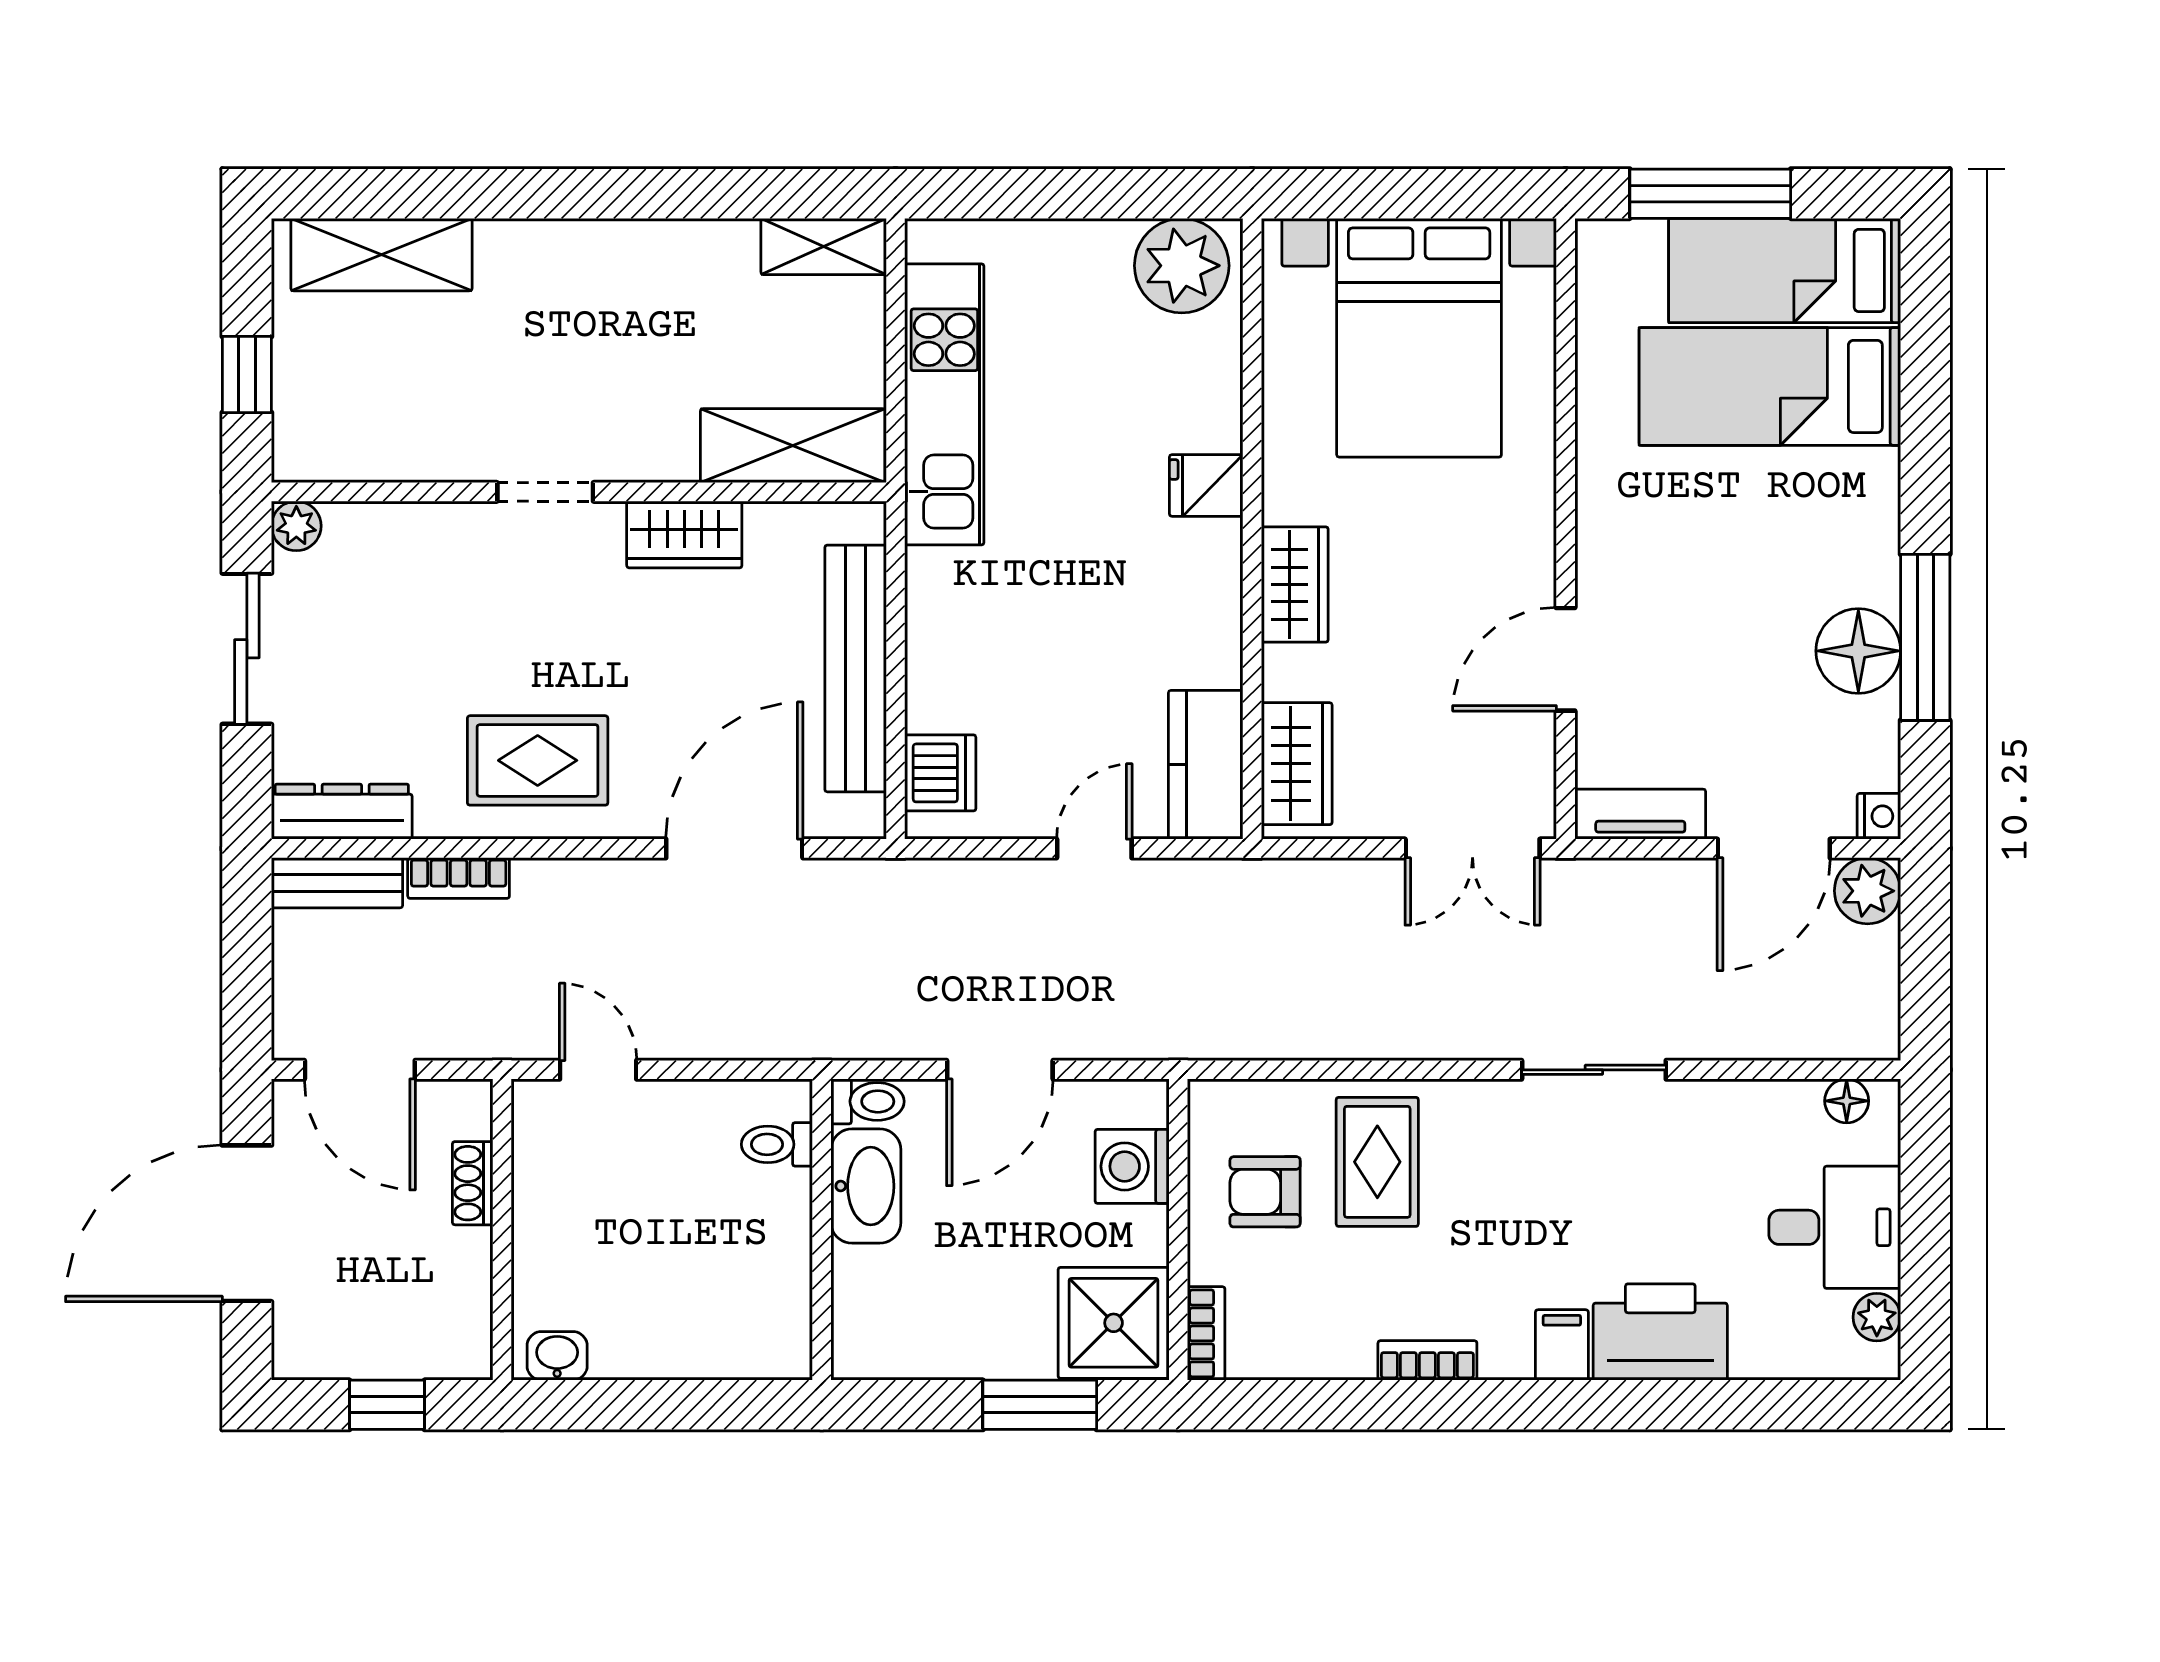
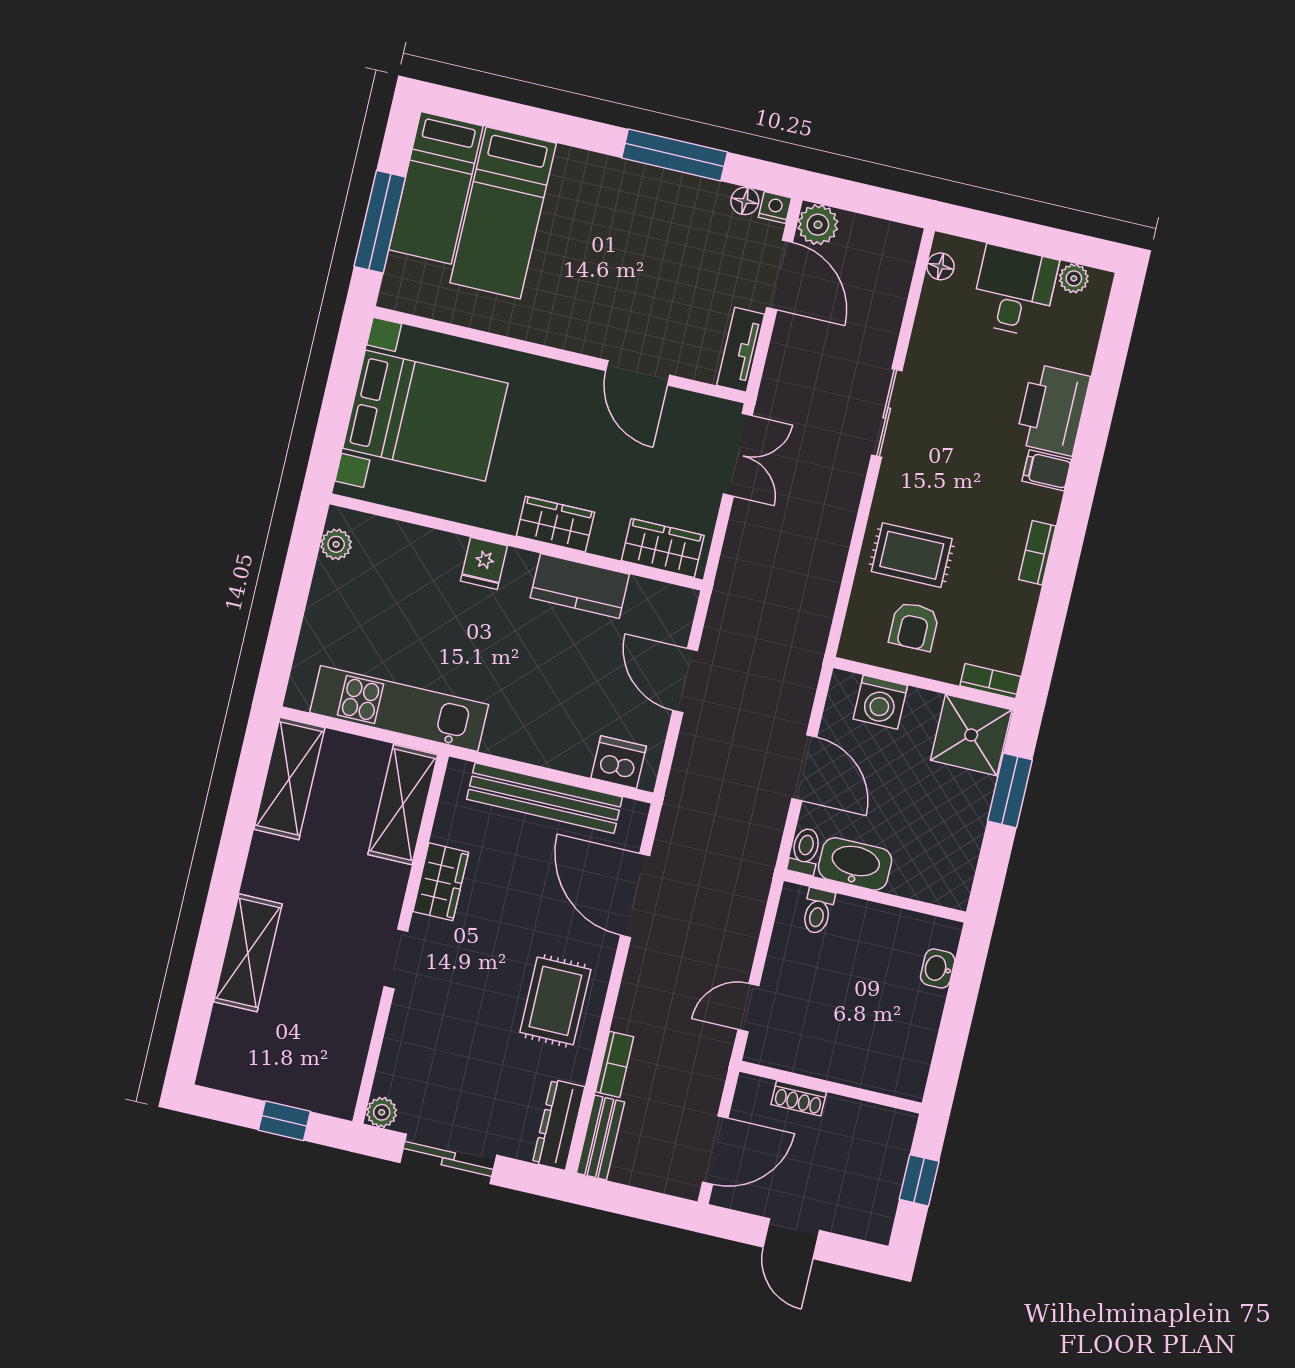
shelving: (824, 246) -> (289, 779), width x1.50, depth x1.33
shelving: (381, 255) -> (248, 953), moved
plant: (1182, 266) -> (336, 544), width x0.53, depth x0.53
floor lamp: (1858, 651) -> (745, 201), moved, width x0.53, depth x0.53
kitchen counter: (1206, 765) -> (580, 586), moved
door: (1094, 848) -> (685, 681), width x1.37
door: (247, 1223) -> (791, 1239), width x0.53
washbasin: (557, 1356) -> (938, 968), moved

